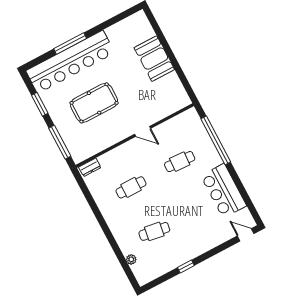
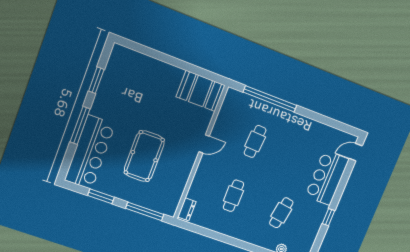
window: (108, 23) -> (96, 80), added
booth: (154, 59) -> (201, 91), moved
bar counter: (70, 62) -> (90, 152), width x0.73
bar counter: (224, 191) -> (327, 178), moved, turned 90

